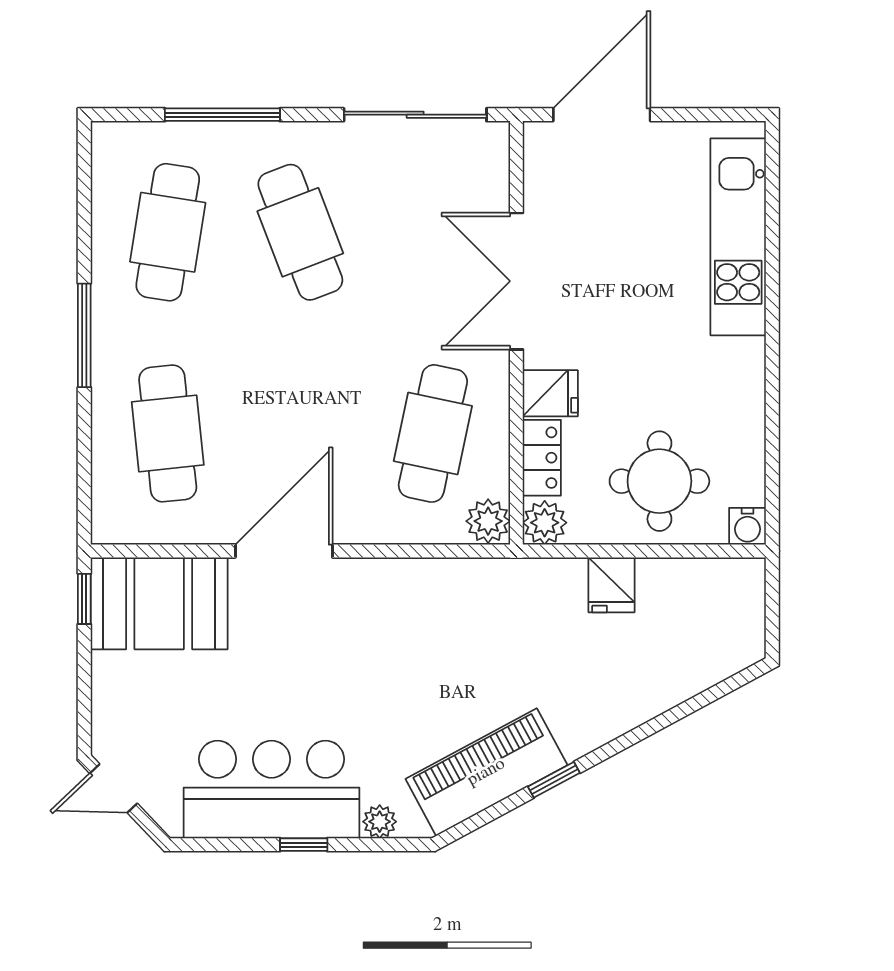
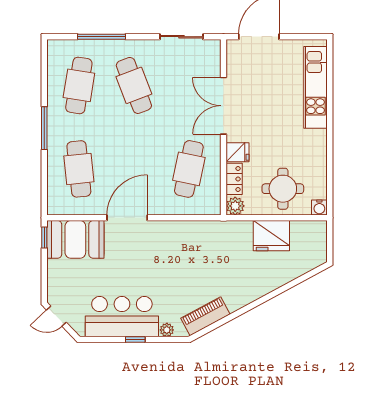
sliding door: (415, 115) -> (182, 37), width x0.73
plant: (488, 521) -> (212, 205), removed
fridge: (612, 585) -> (271, 236), width x1.88, depth x1.34
piano: (486, 772) -> (205, 316), width x0.73, depth x0.75
window: (554, 780) -> (239, 313), removed

